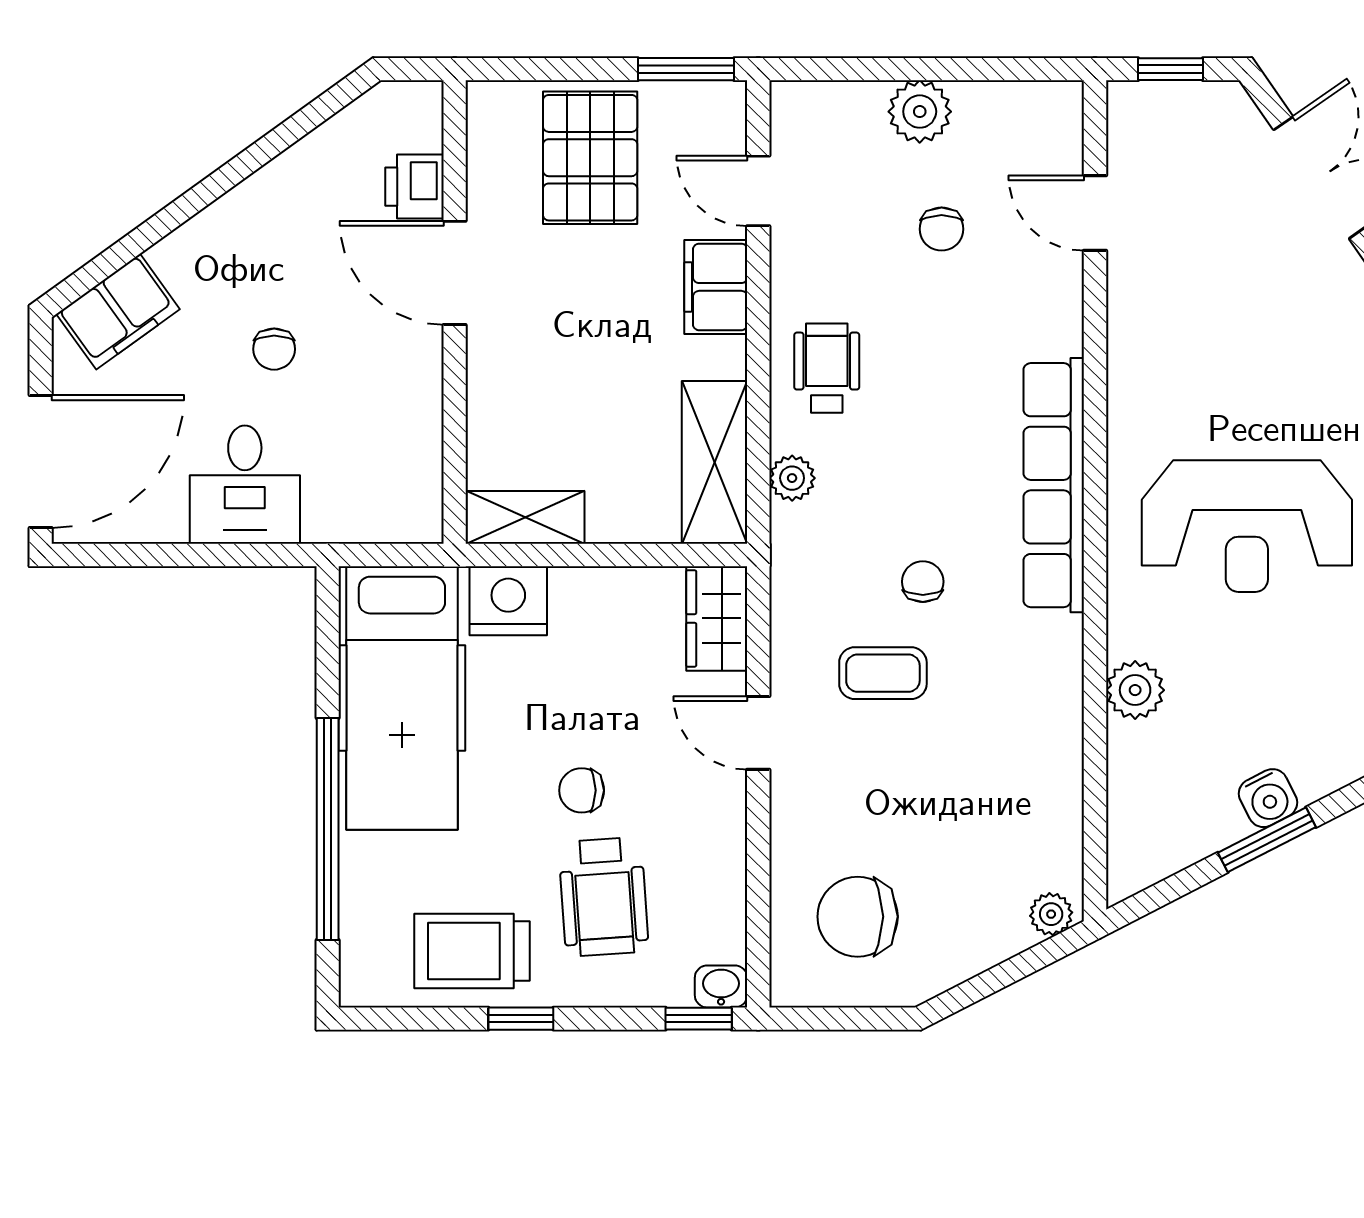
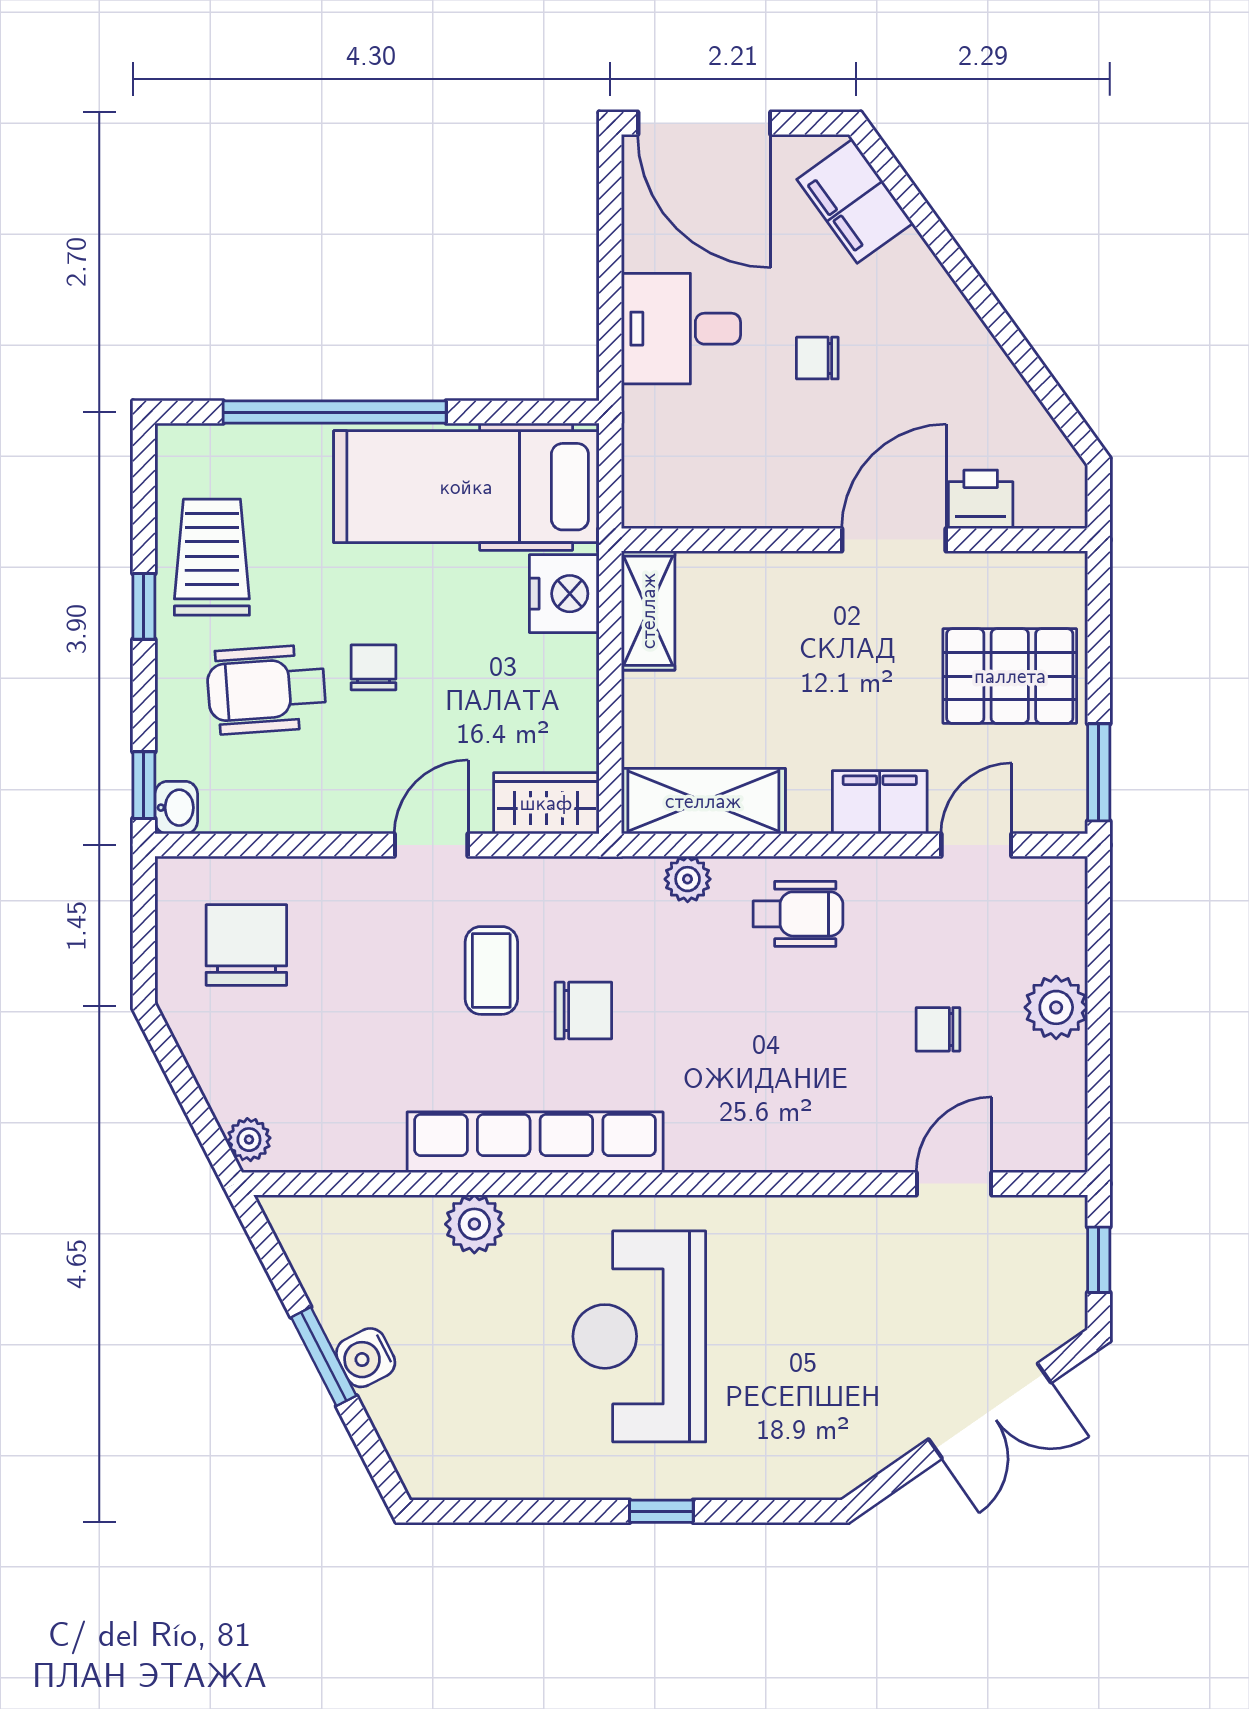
row of seats: (1054, 485) -> (535, 1142), moved
chair: (923, 582) -> (583, 1010), width x1.37, depth x1.37

